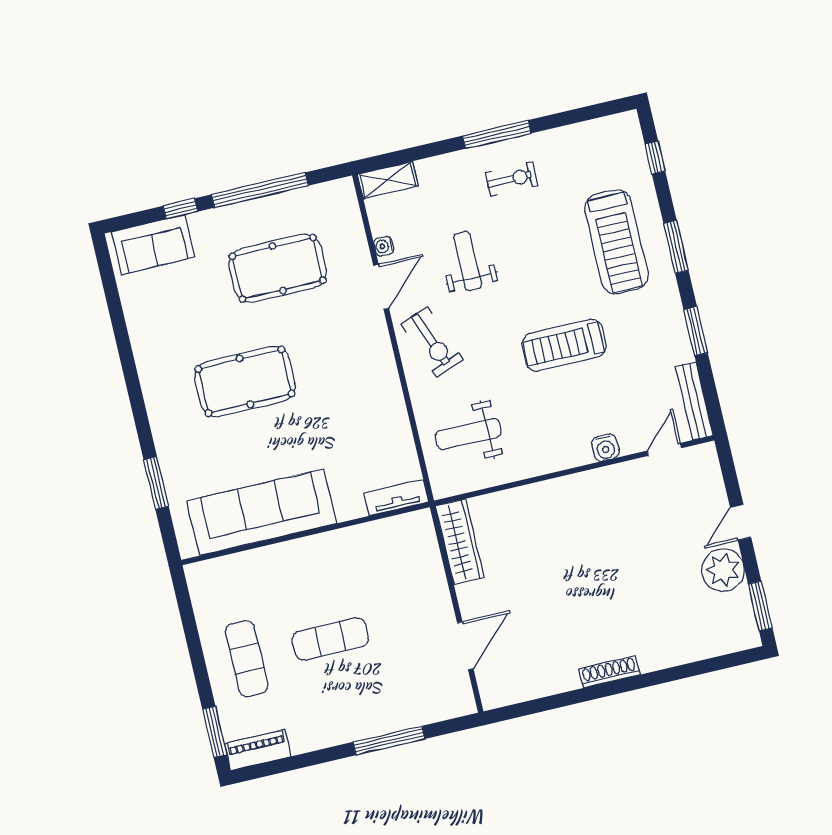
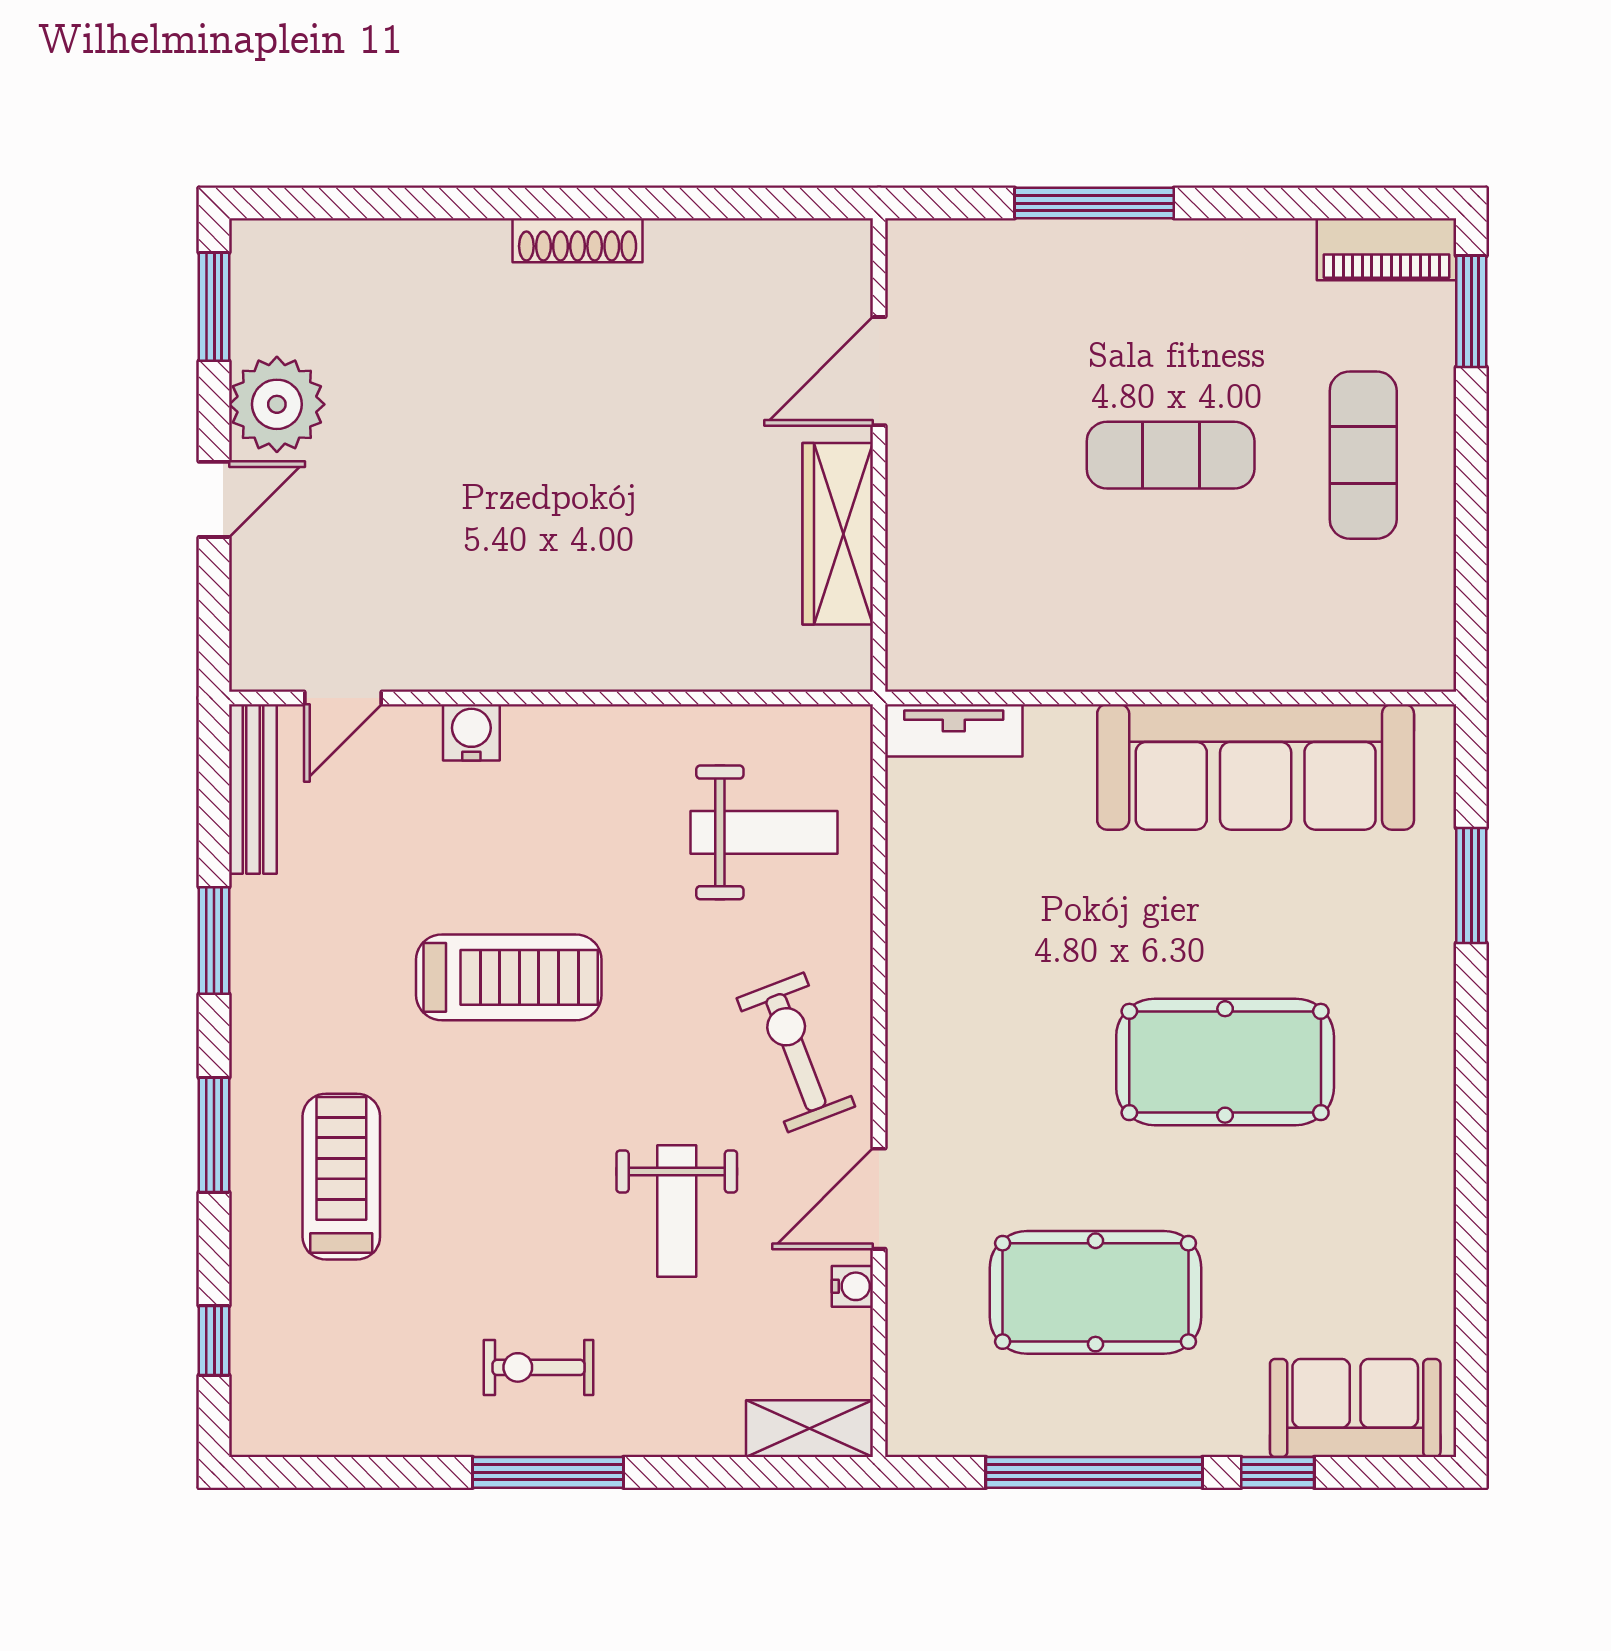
treadmill: (616, 242) -> (341, 1177), width x0.73, depth x0.73
wardrobe: (460, 542) -> (838, 534), moved

